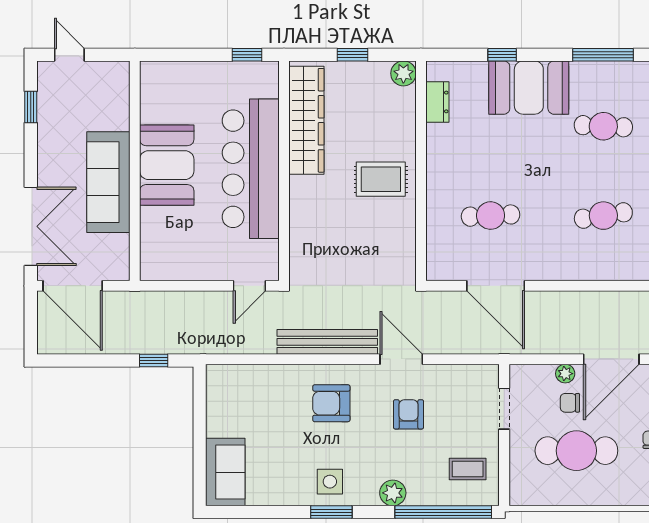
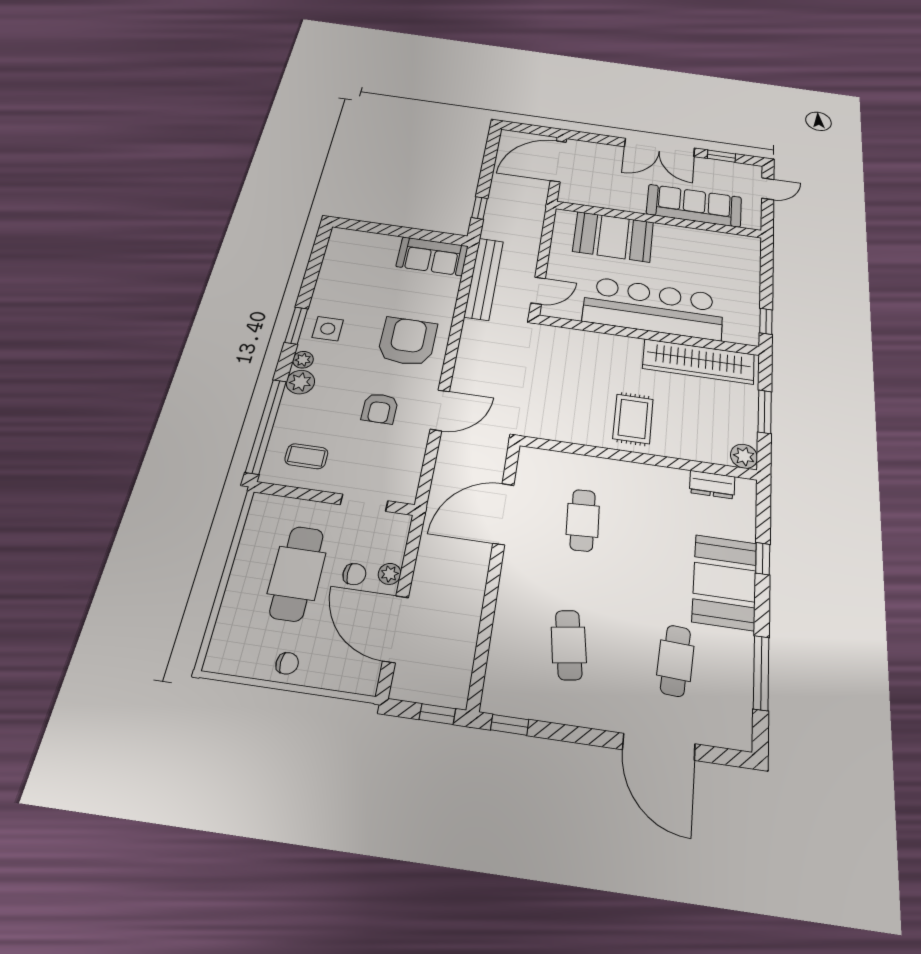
window: (352, 55) -> (765, 412), width x1.50
booth: (167, 165) -> (613, 237), moved
sofa: (108, 182) -> (694, 206), moved
double door: (31, 226) -> (660, 147), moved
door: (249, 286) -> (538, 291), swing flipped
bench: (327, 342) -> (484, 279), moved
armchair: (331, 403) -> (407, 341), width x1.36, depth x1.36
chair: (570, 403) -> (354, 574), turned 90
armchair: (409, 414) -> (380, 408), turned 90
coffee table: (468, 469) -> (306, 456), turned 90
sofa: (225, 472) -> (432, 256), moved
plant: (368, 496) -> (303, 360), added

